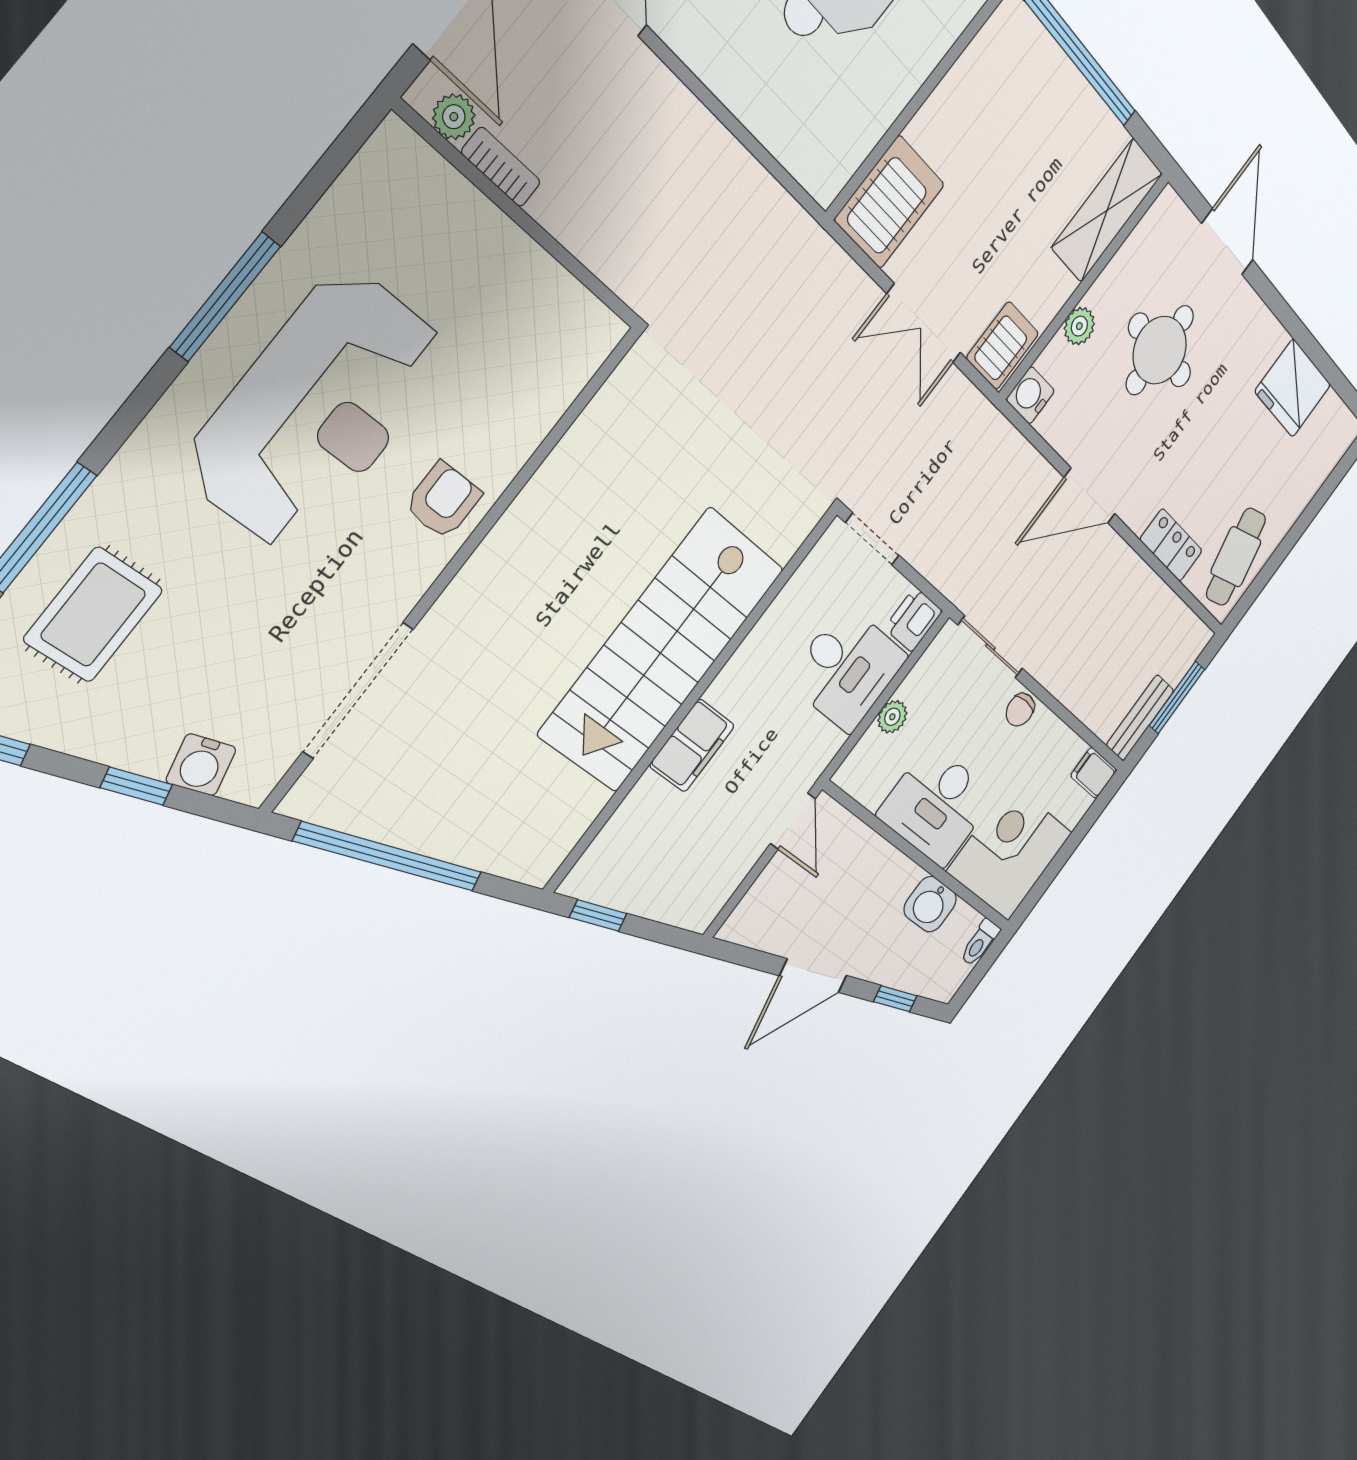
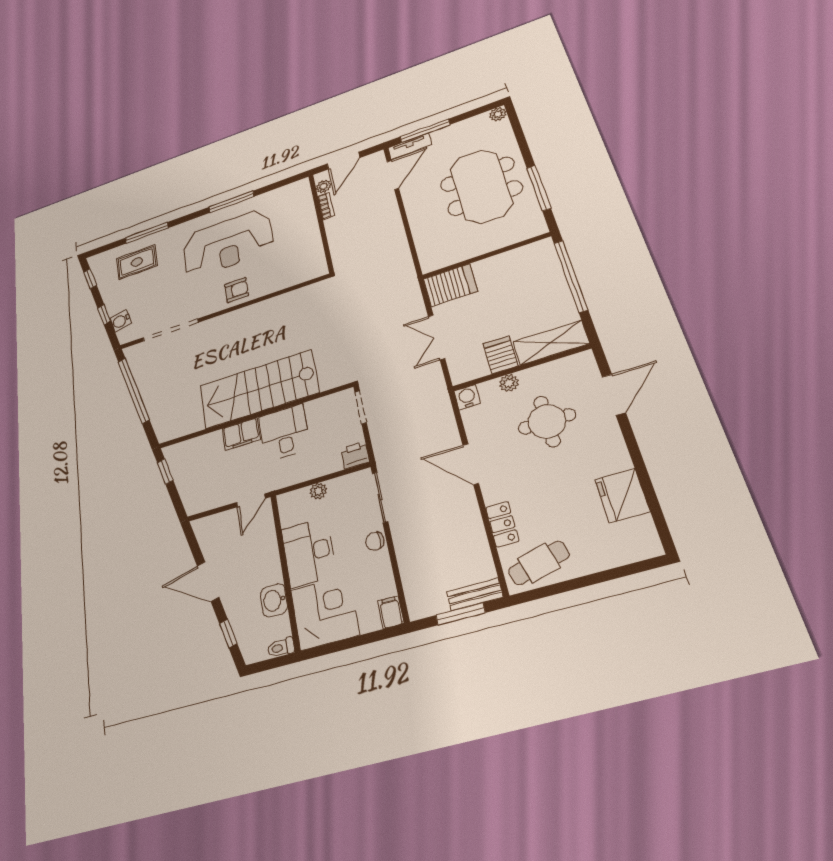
server rack: (1003, 346) -> (501, 355), moved, turned -90
desk: (847, 669) -> (284, 432), moved, turned 180
bench: (1140, 718) -> (475, 594), moved

